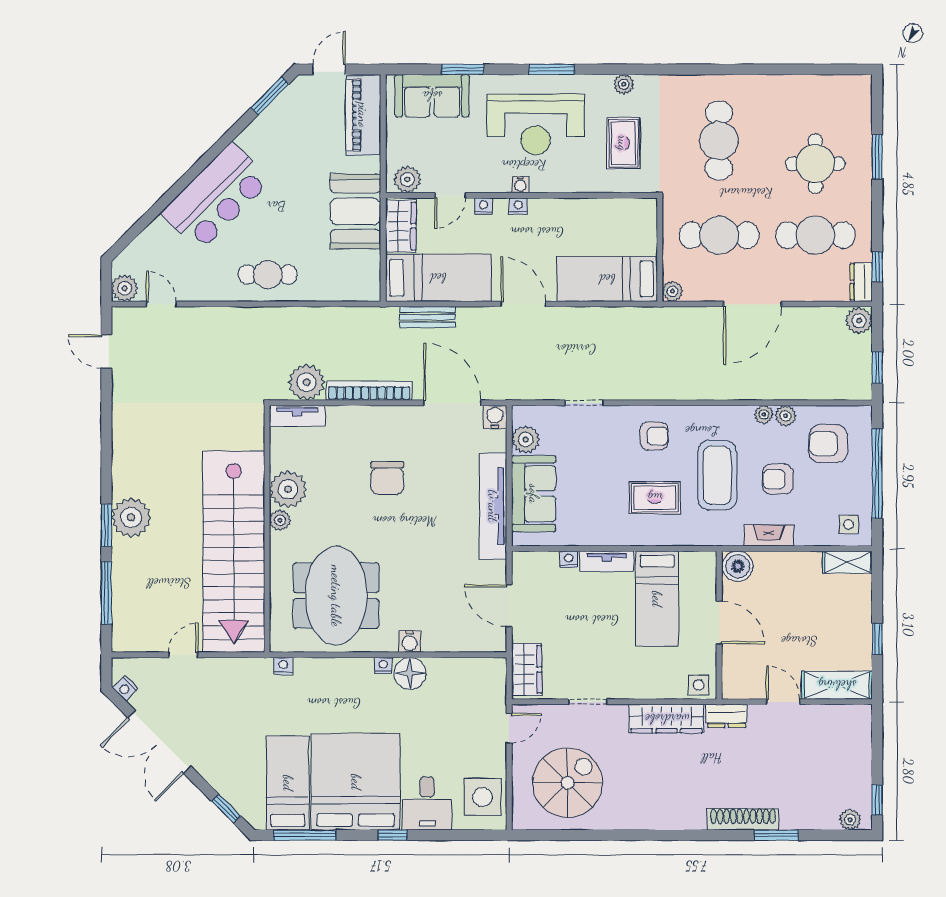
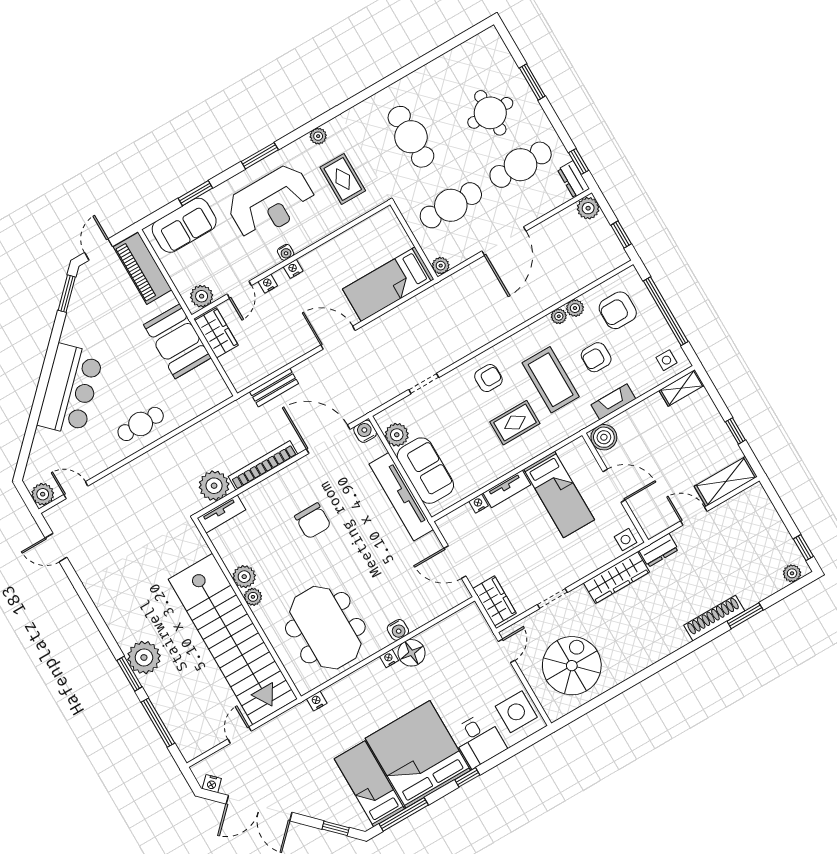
bed: (438, 278) -> (265, 354), removed
plant: (288, 489) -> (244, 577), width x0.73, depth x0.73

